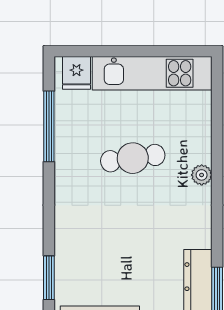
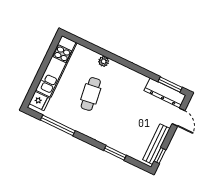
plant: (202, 175) -> (104, 61), moved
window: (49, 278) -> (115, 153), moved

